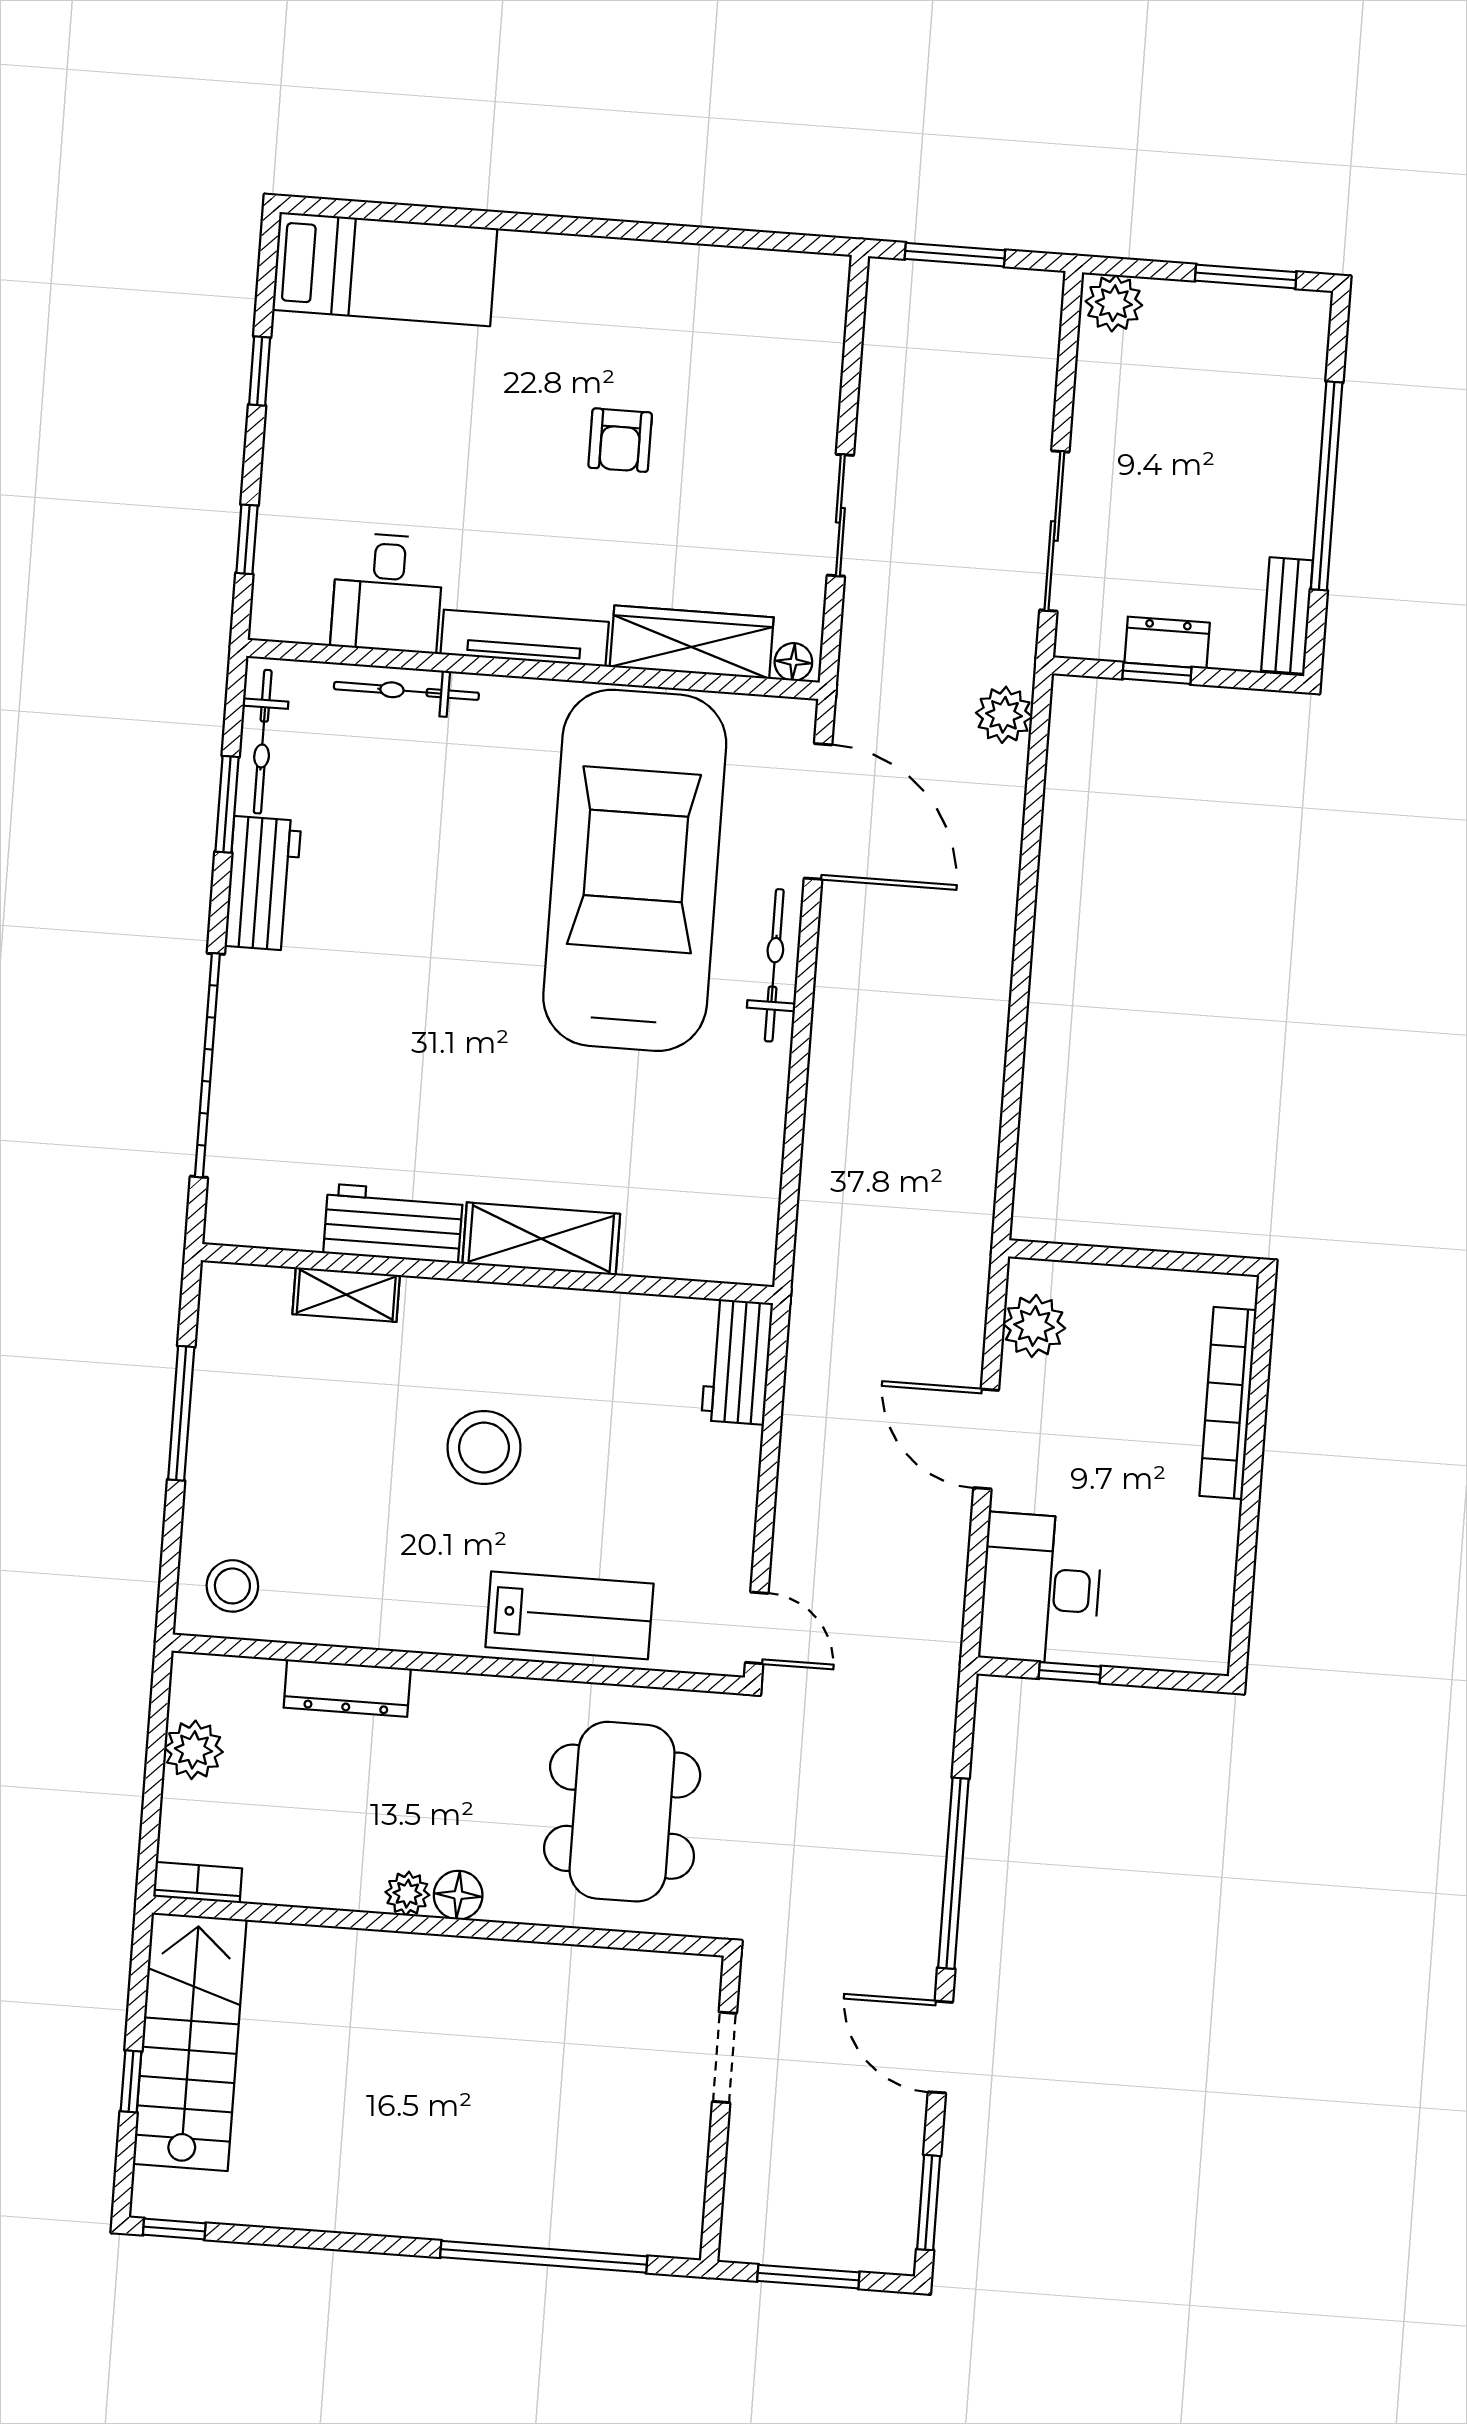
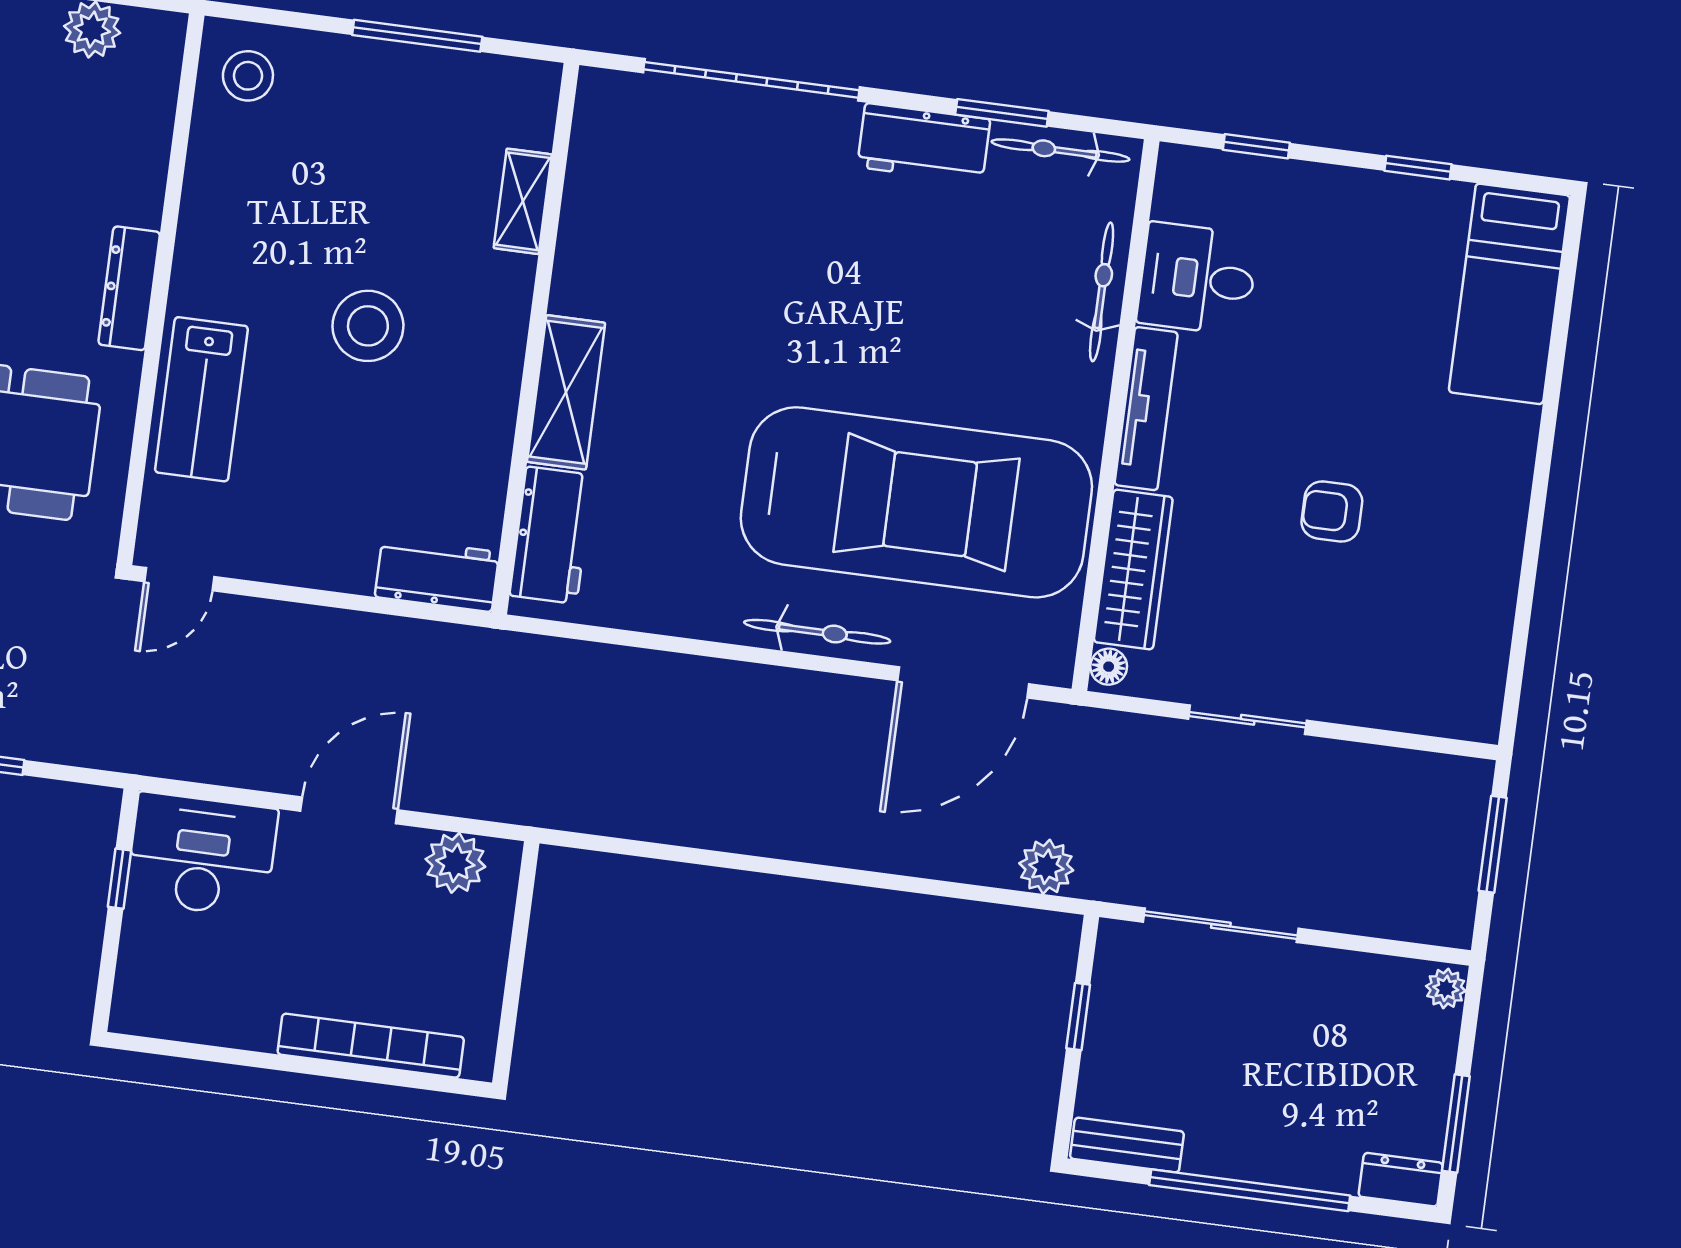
plant: (1114, 303) -> (1446, 988), width x0.73, depth x0.73
dresser: (1167, 643) -> (1401, 1180), moved, turned -90
workbench: (393, 1223) -> (551, 535), moved
dresser: (347, 1688) -> (129, 288), moved

